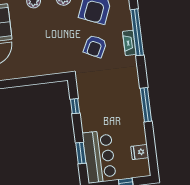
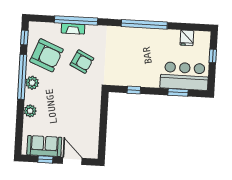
fireplace: (129, 43) -> (73, 29), moved
window: (146, 105) -> (144, 24), width x1.46

